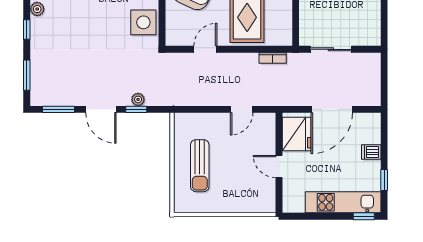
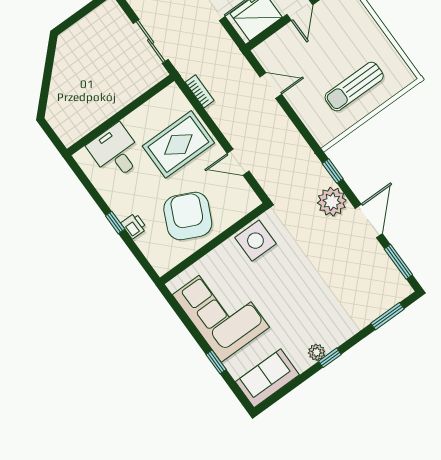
window: (27, 30) -> (330, 358), moved
plant: (138, 99) -> (332, 202), width x1.88, depth x1.88
window: (136, 109) -> (333, 171), moved
sun lounger: (200, 166) -> (354, 87), turned 180

